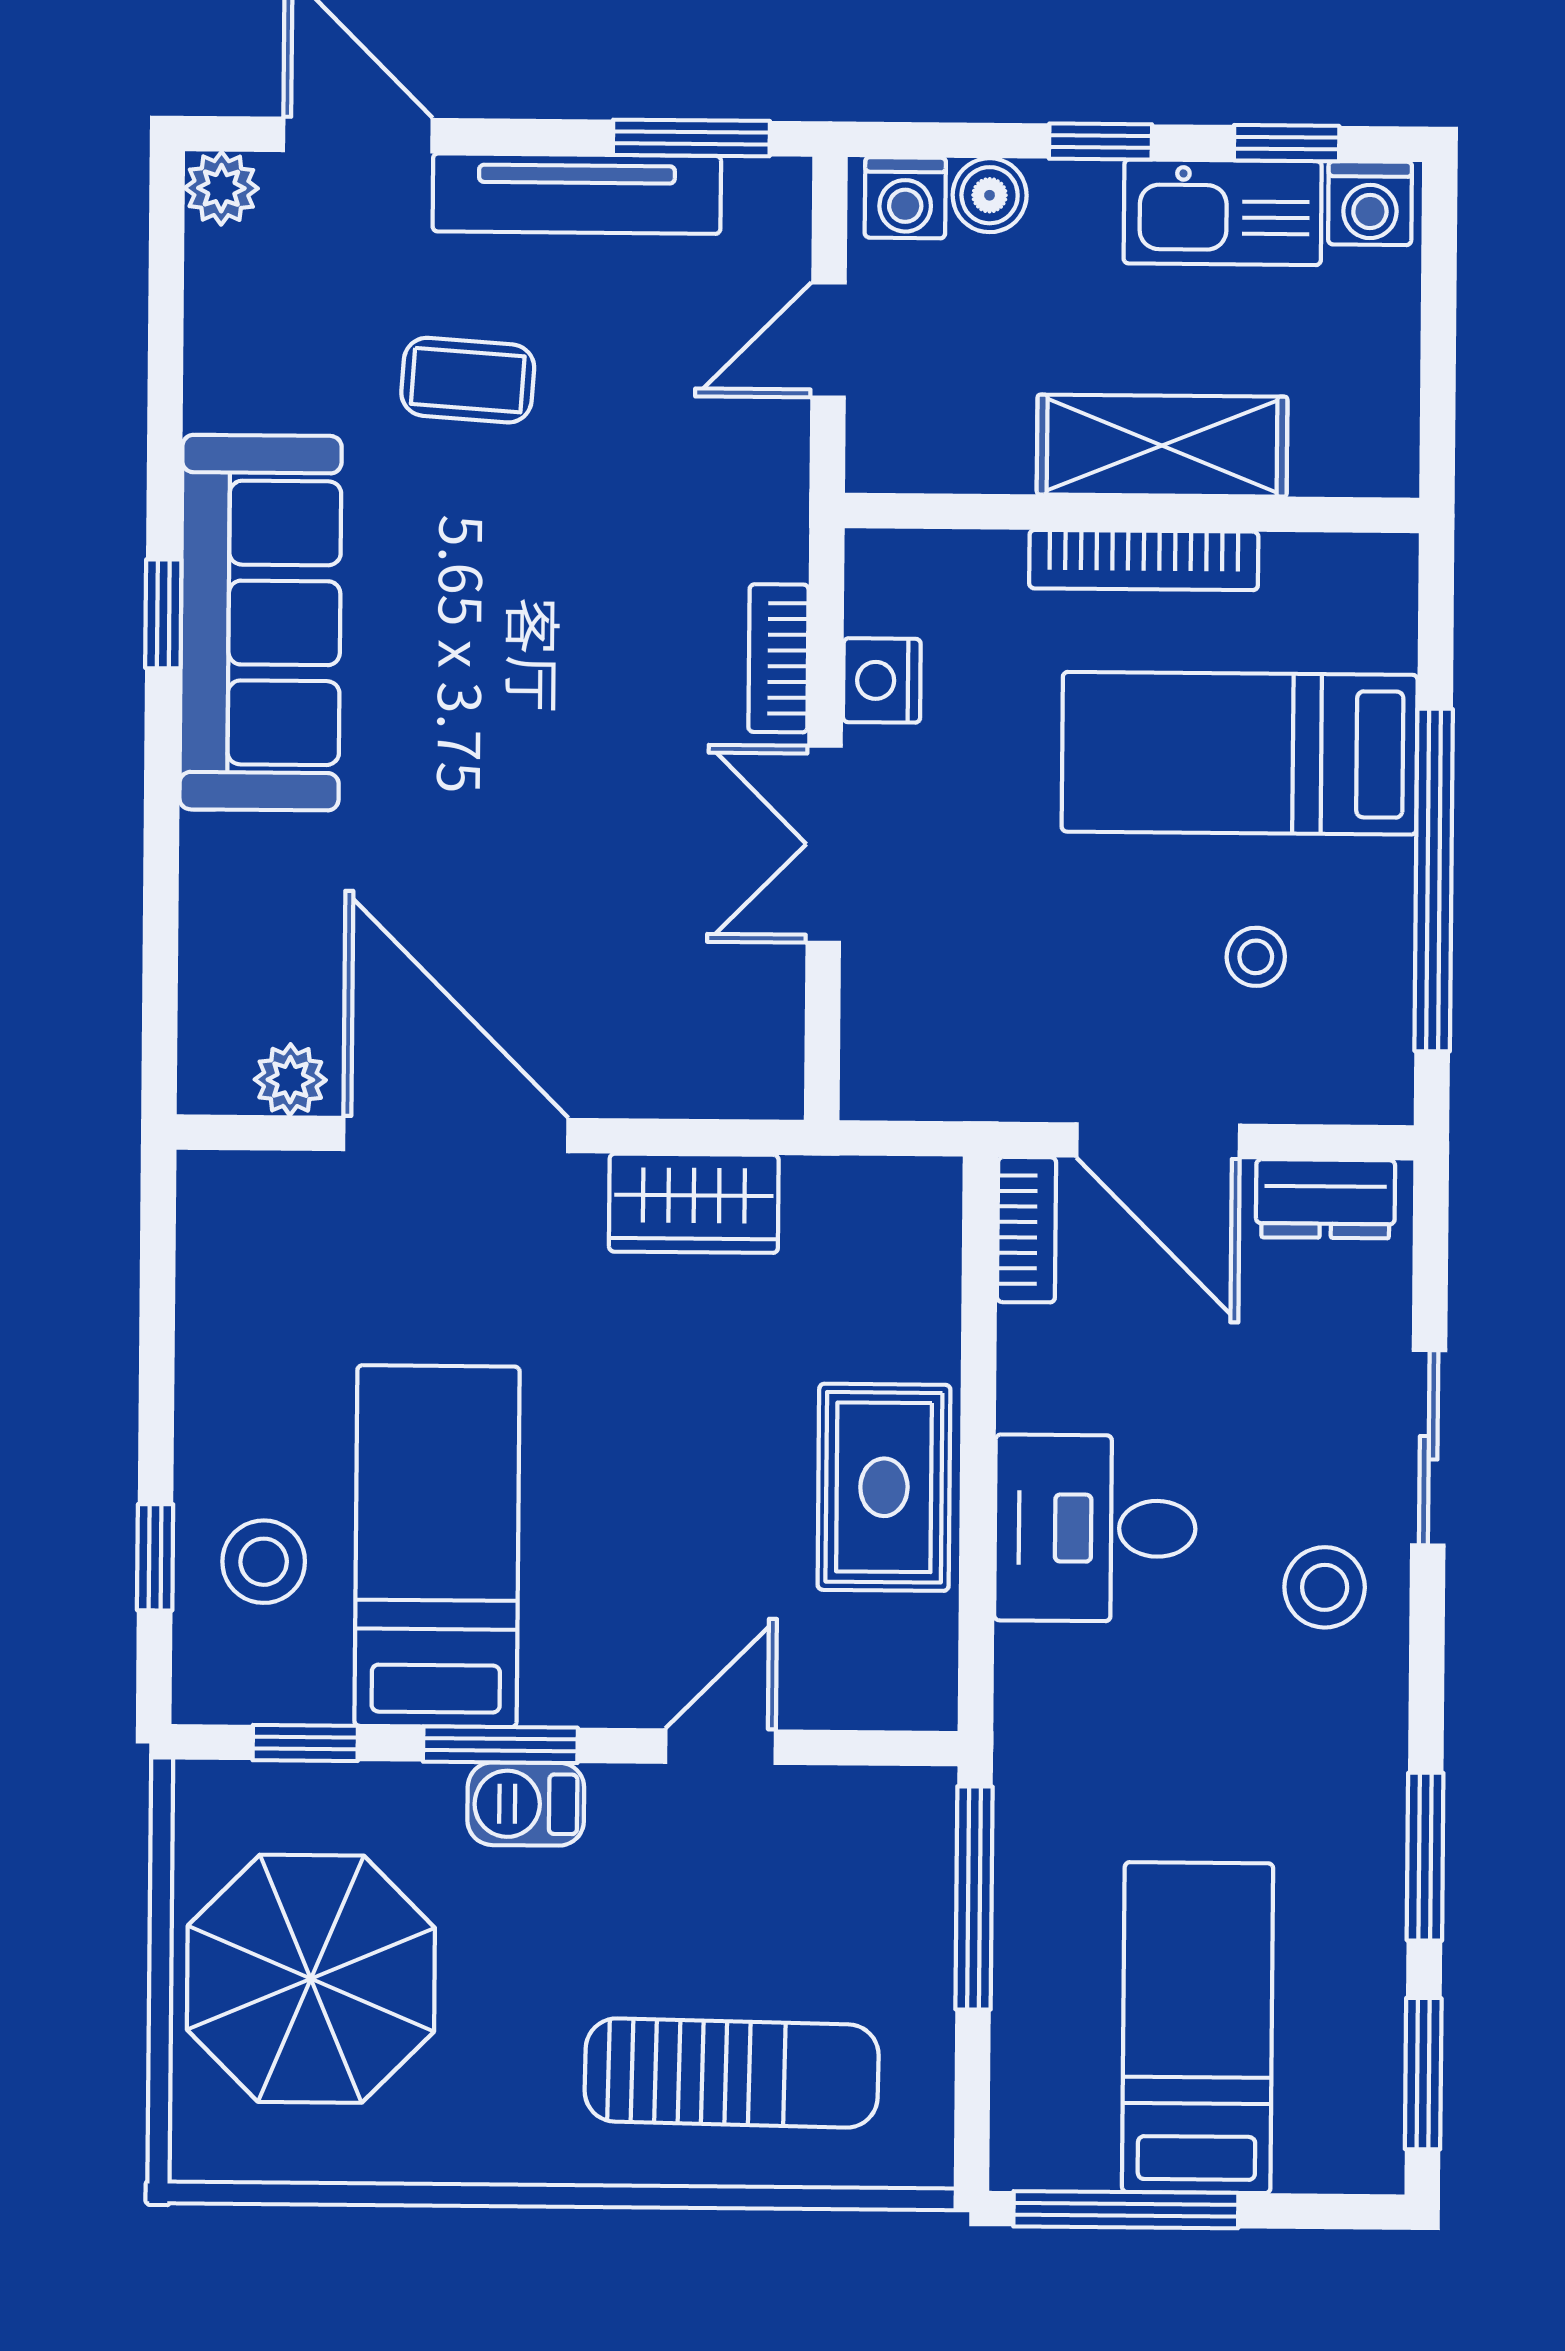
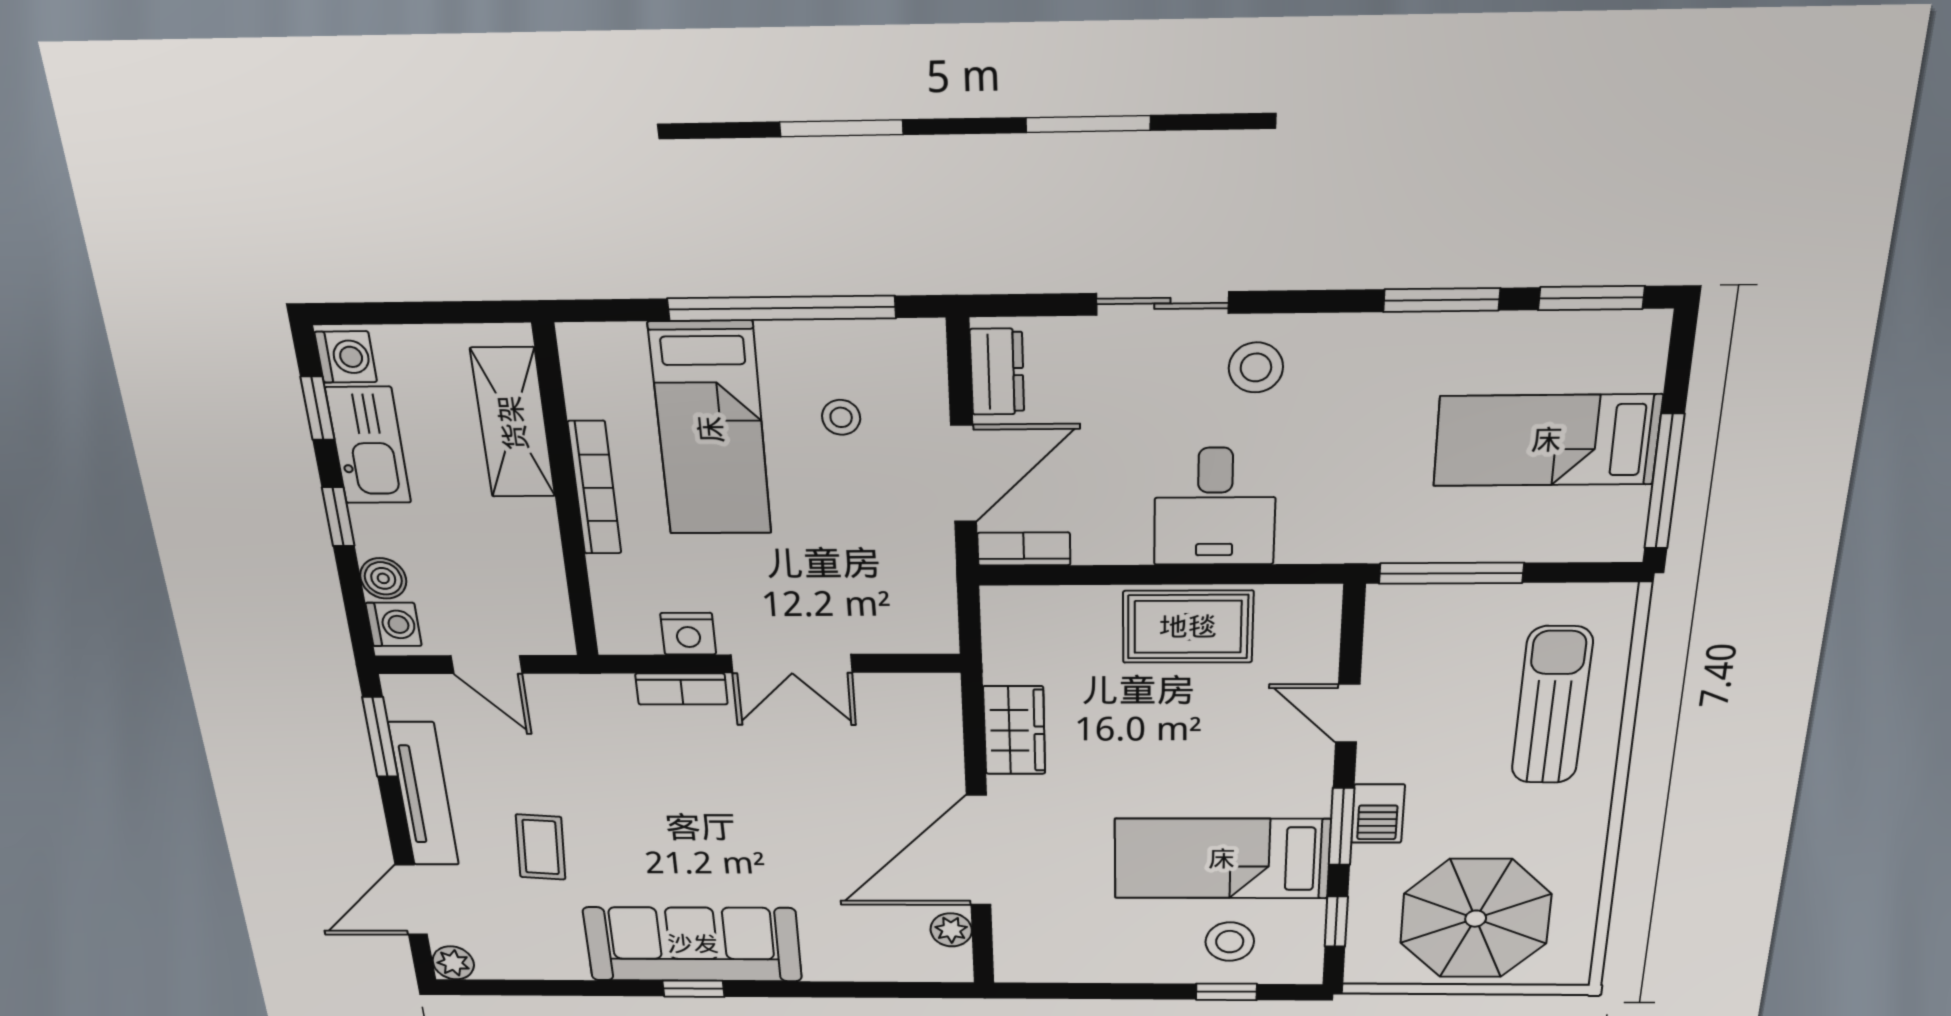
shelving: (1162, 446) -> (513, 423), moved

